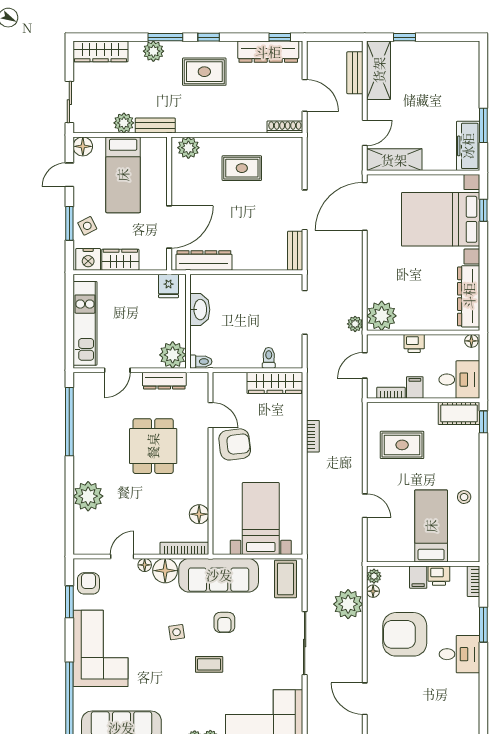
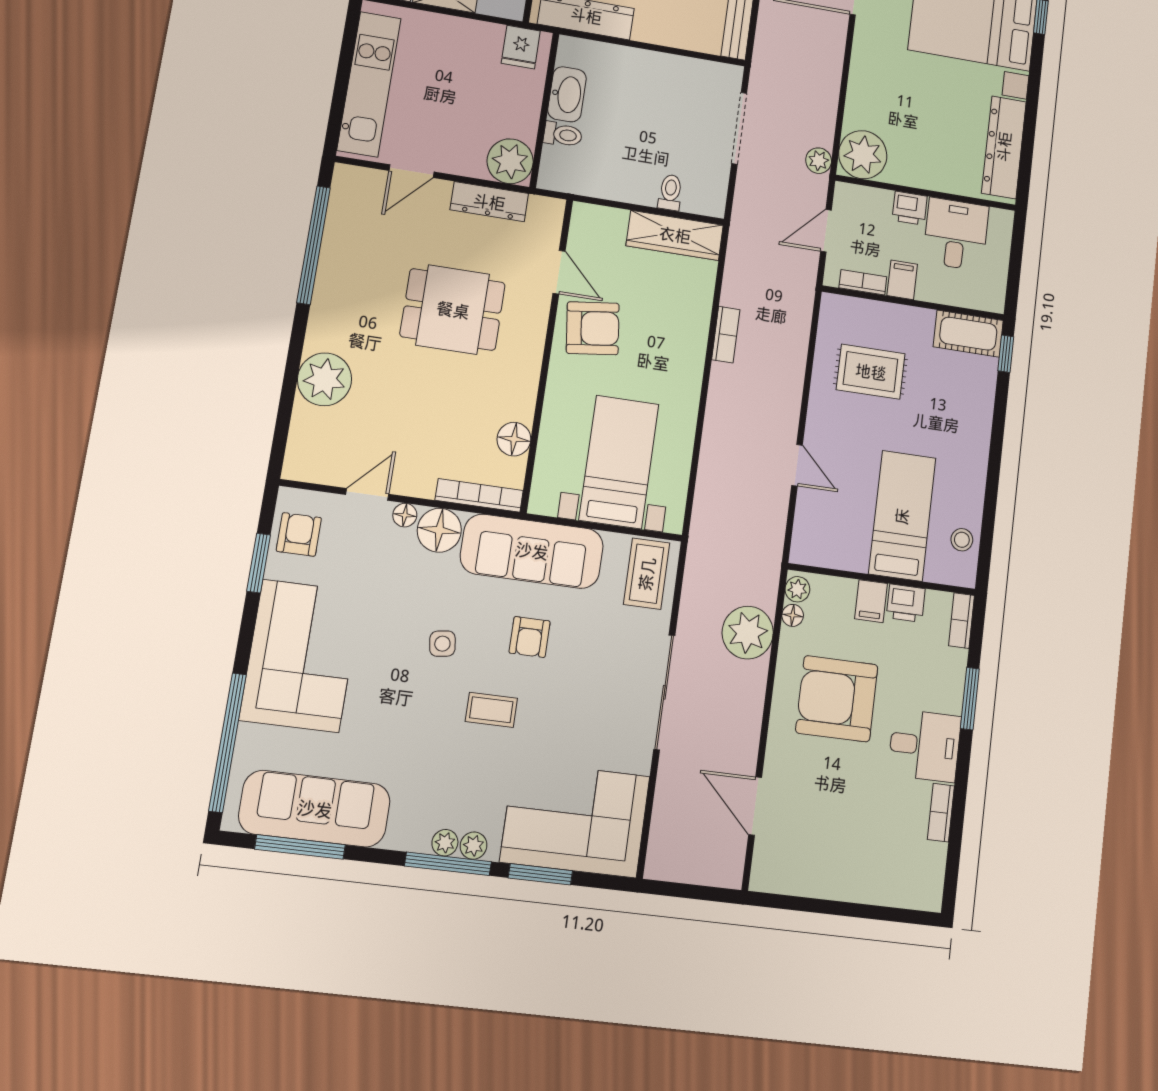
floor lamp: (471, 341) -> (1001, 219), removed
toilet: (201, 362) -> (563, 135), moved
desk: (459, 380) -> (956, 234), moved, turned -90
dining table: (153, 446) -> (453, 310), turned 90
stool: (464, 497) -> (962, 540), moved
bookcase: (473, 690) -> (941, 813), added

